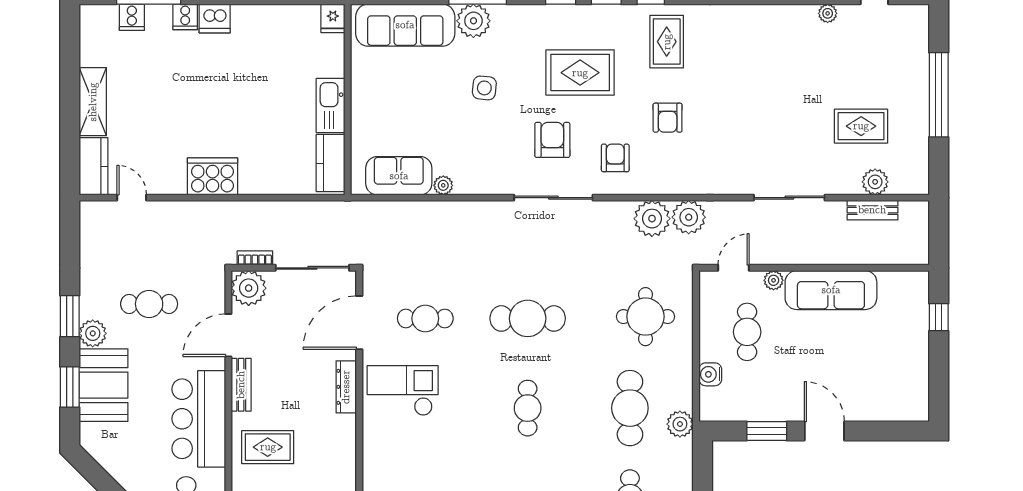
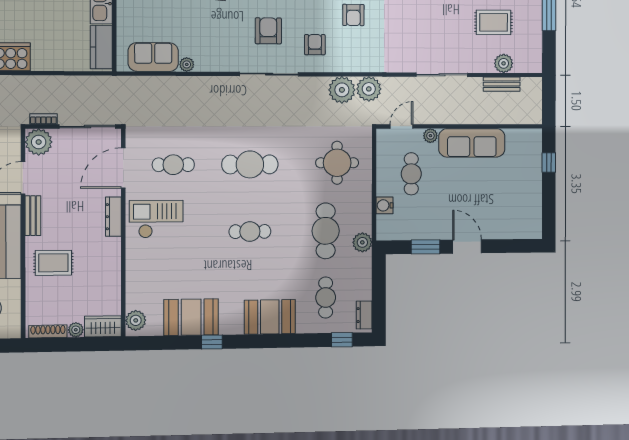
cafe table: (528, 408) -> (250, 232), turned 90

